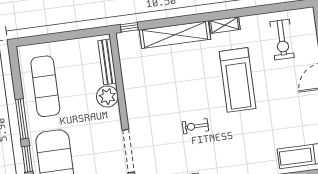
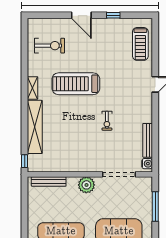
treadmill: (238, 80) -> (76, 84), turned 180
plant: (107, 96) -> (86, 185), moved

